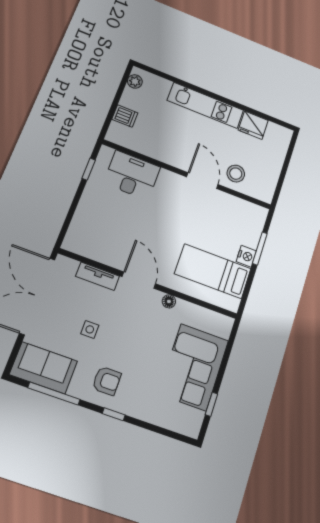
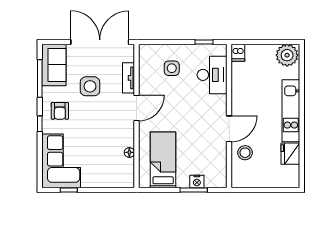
plant: (135, 81) -> (287, 55), width x1.88, depth x1.88
dishwasher: (125, 116) -> (238, 53), moved
side table: (106, 219) -> (172, 68), added
nightstand: (246, 256) -> (197, 181), moved
floor lamp: (169, 301) -> (129, 152), moved
side table: (90, 329) -> (90, 86), width x1.87, depth x1.87
corner sofa: (194, 367) -> (61, 161), moved, turned 90

